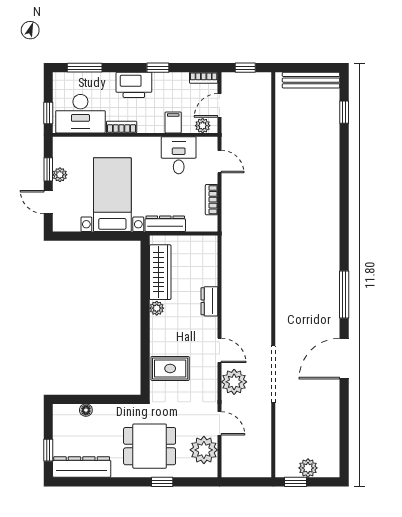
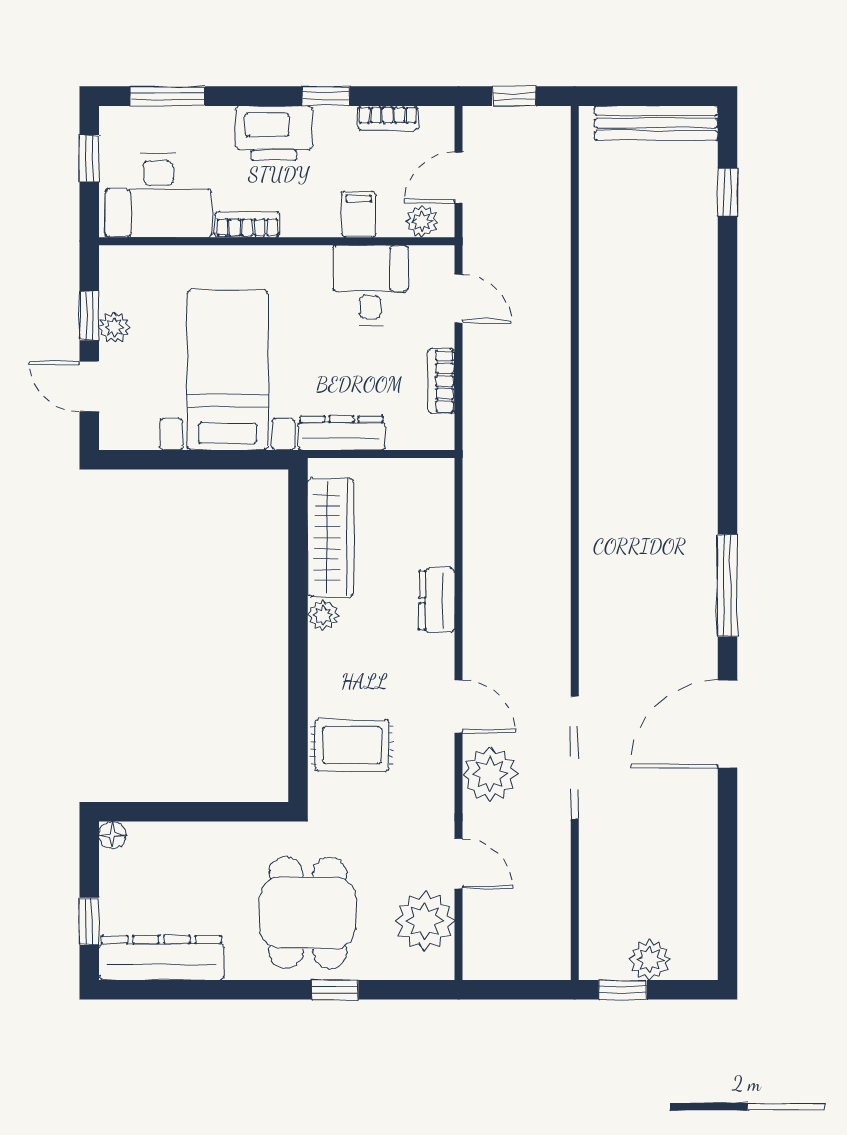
bookcase: (204, 78) -> (388, 118), moved
window: (48, 113) -> (89, 158), moved
floor lamp: (86, 410) -> (112, 835), moved
dining table: (150, 446) -> (308, 913), turned 90

